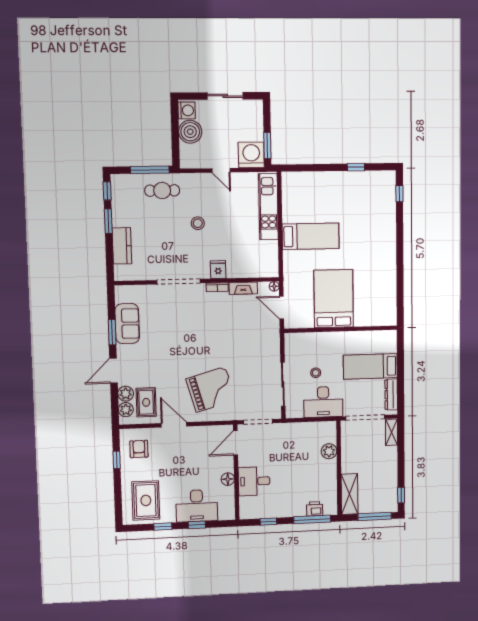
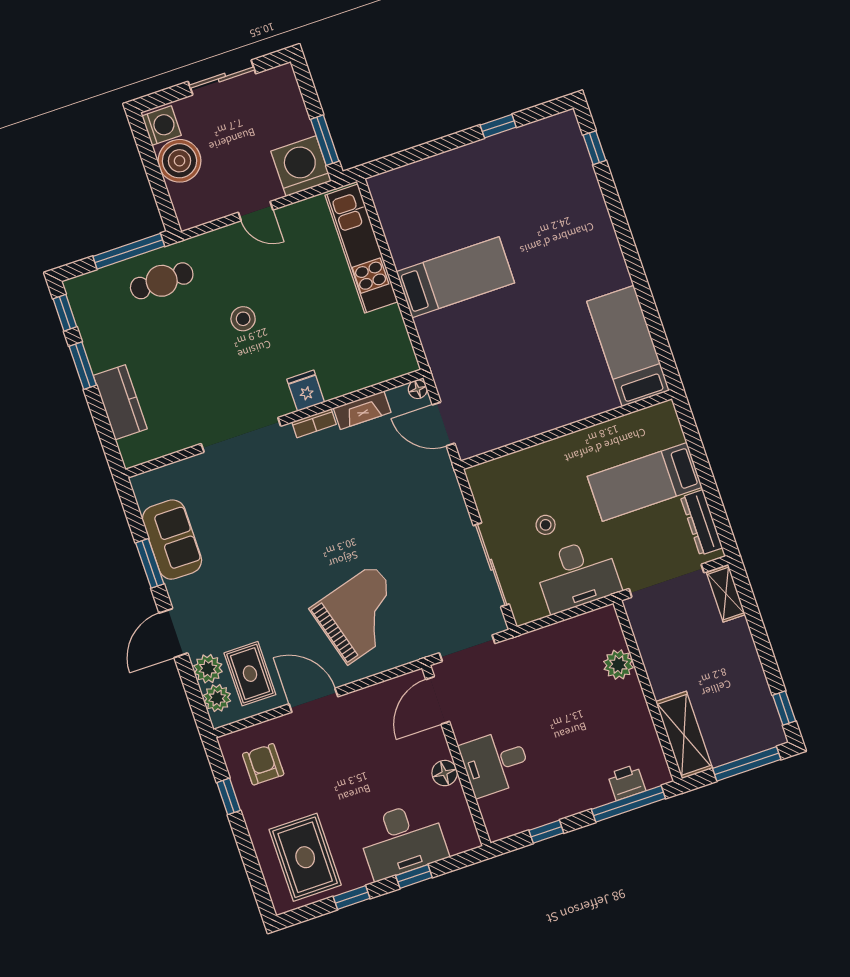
bed: (334, 299) -> (628, 346), moved, width x0.67

